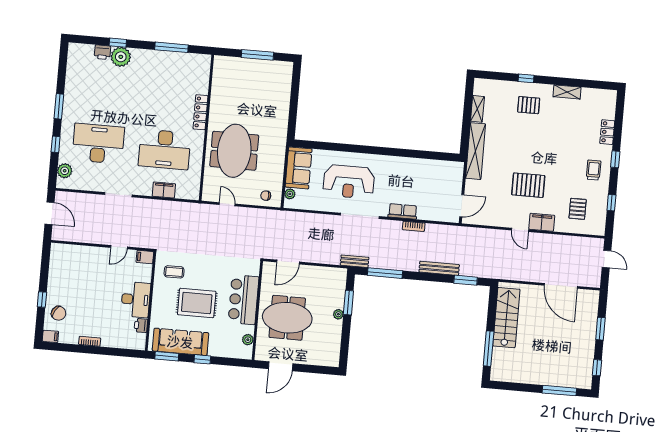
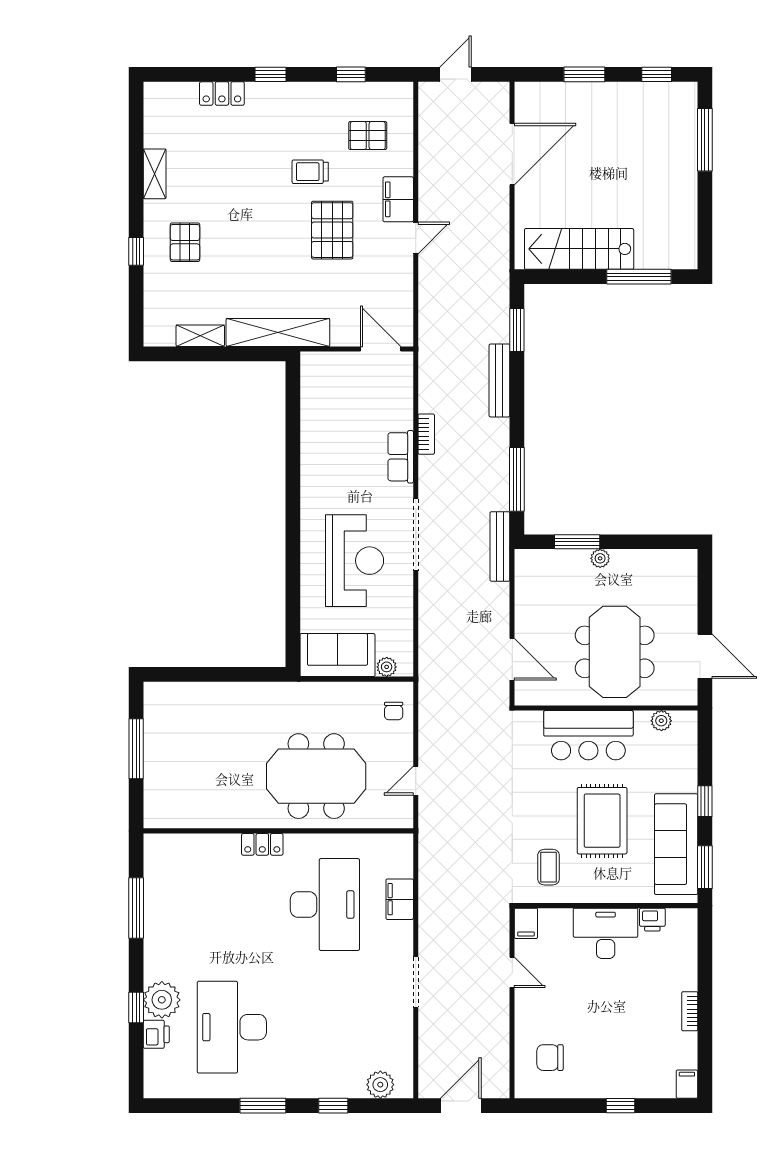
locker: (200, 112) -> (262, 844), width x0.66
desk: (98, 144) -> (232, 1027), moved
trolley: (594, 170) -> (310, 172), moved
bench: (355, 261) -> (500, 546), width x1.36
chair: (59, 313) -> (550, 1058), moved, turned -120

